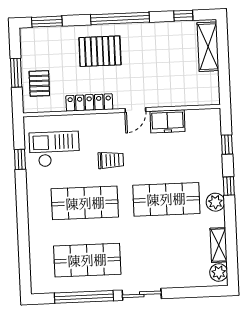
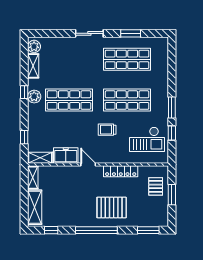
shelving: (212, 88) -> (33, 178), added
door: (135, 110) -> (88, 165), hinge flipped
shelving: (203, 117) -> (40, 158), added
window: (229, 186) -> (24, 92), moved
window: (21, 195) -> (172, 107), added
window: (84, 297) -> (131, 33), width x0.47

